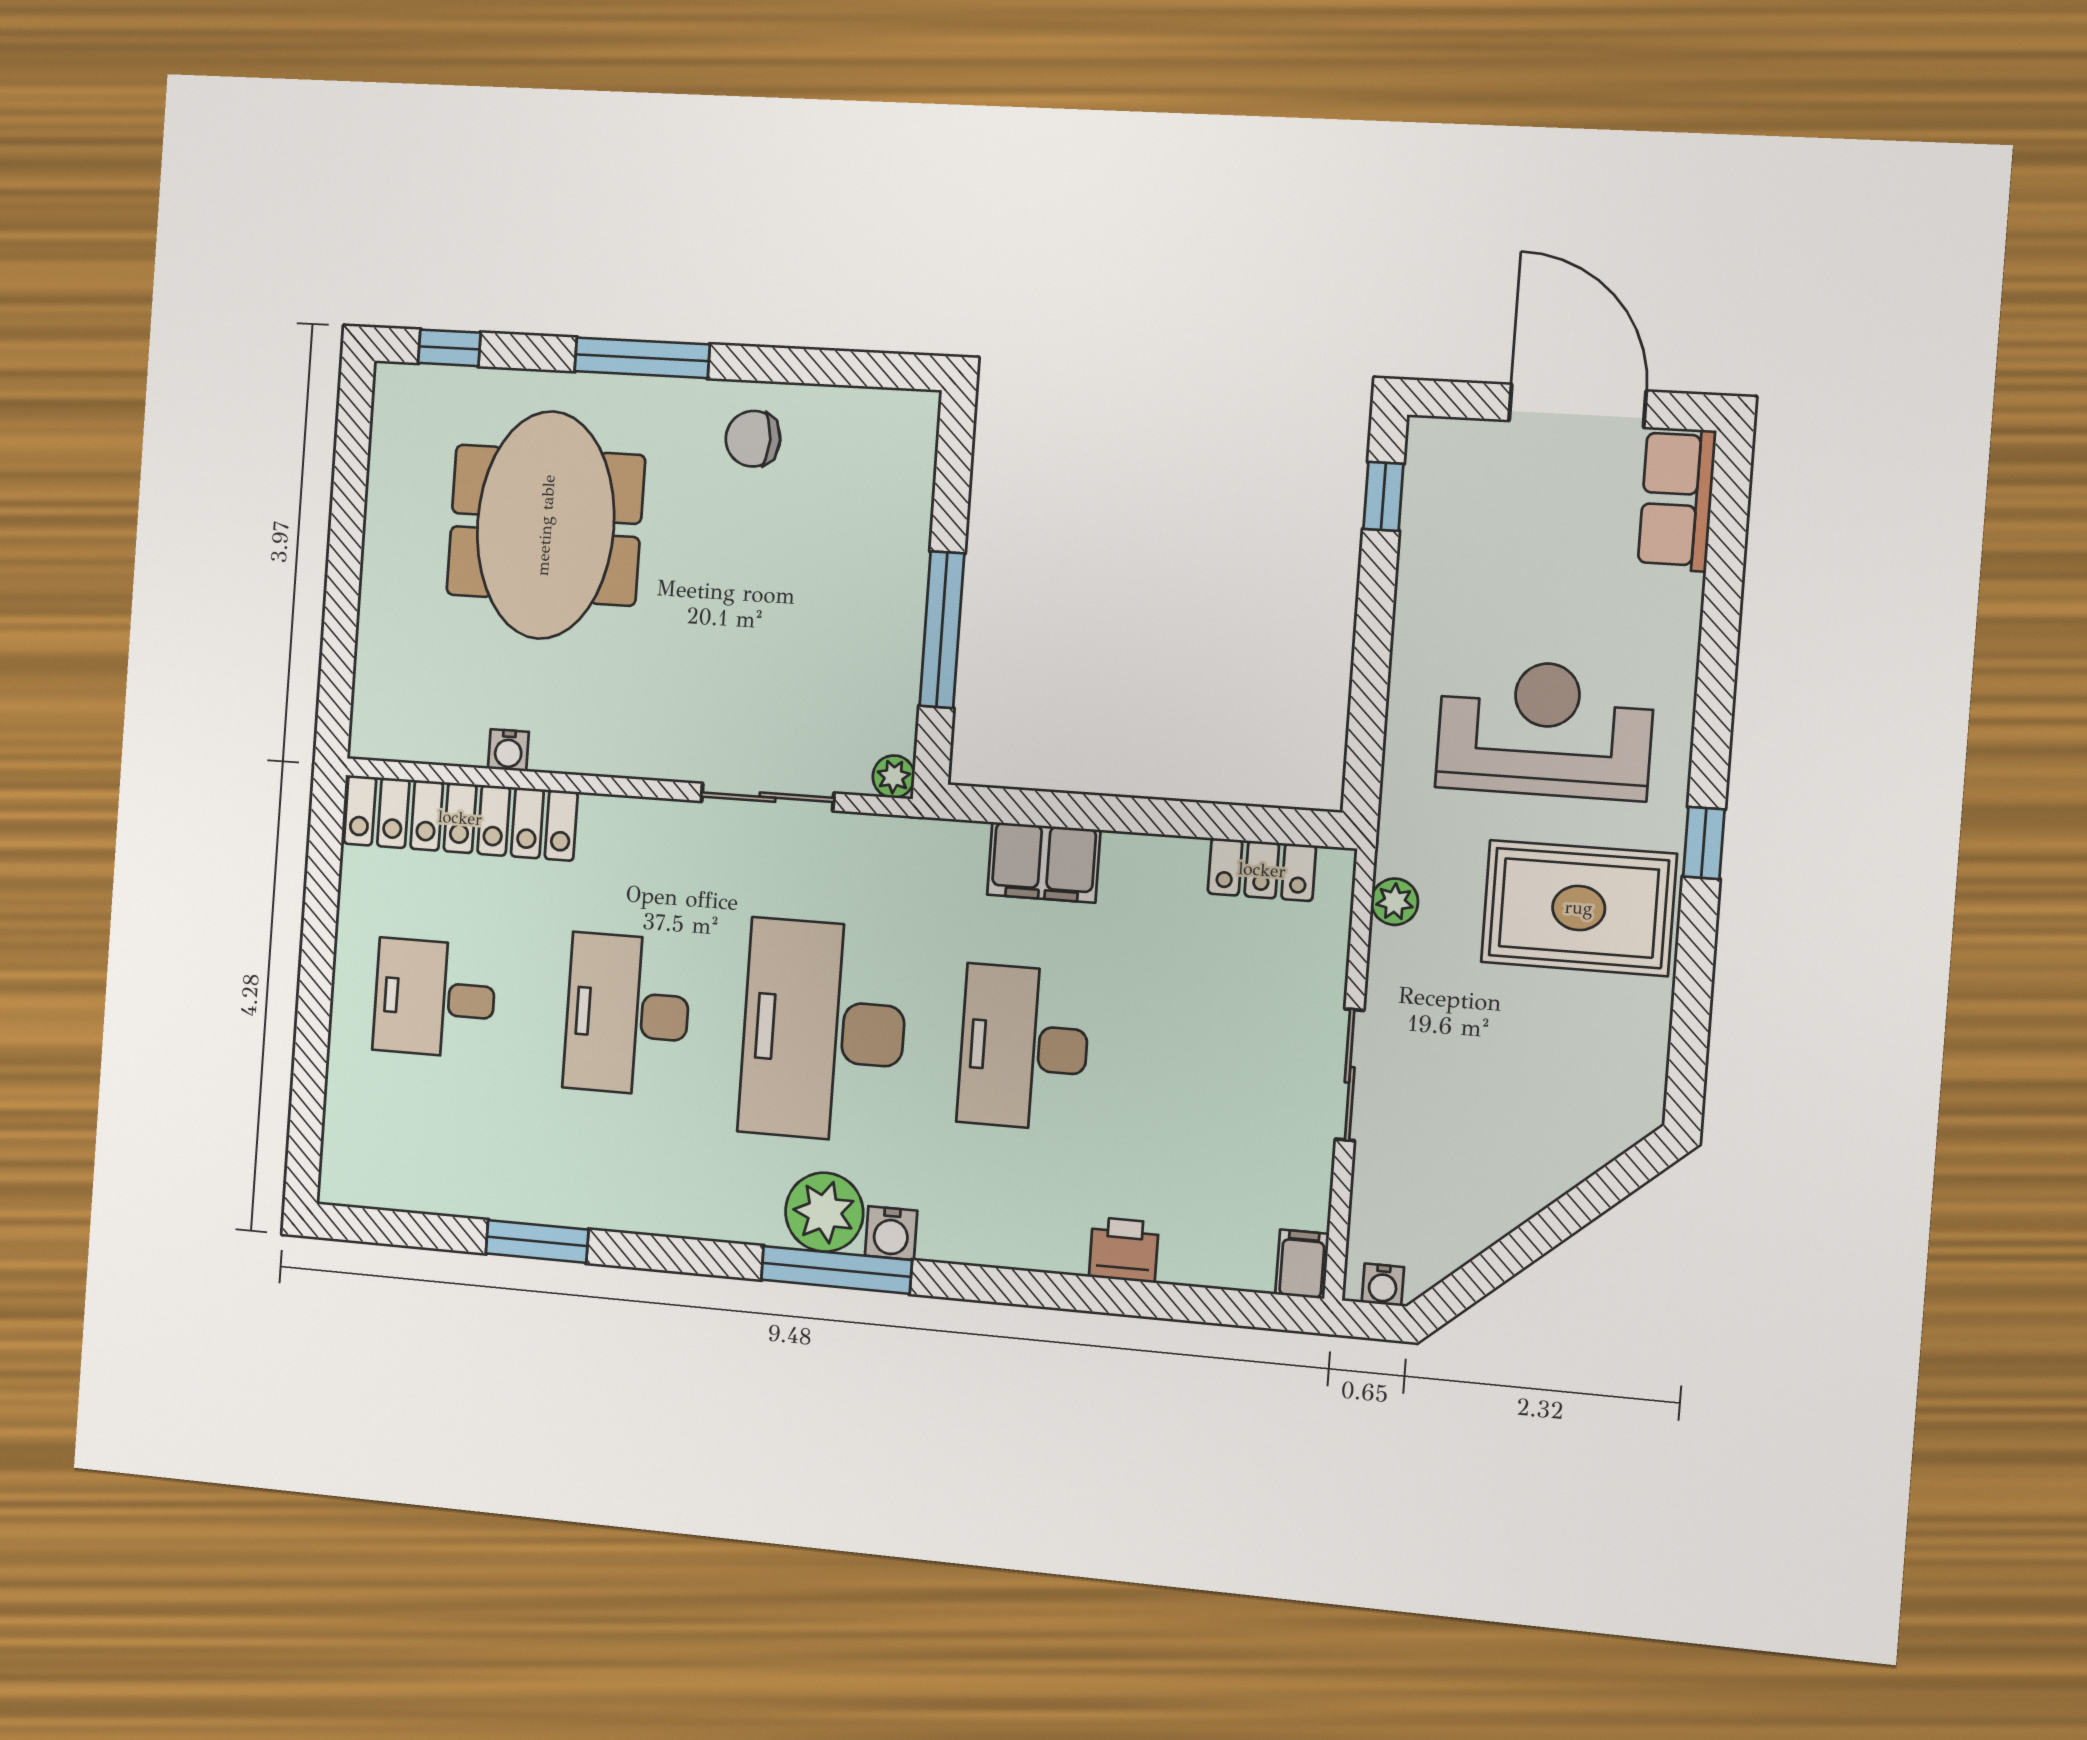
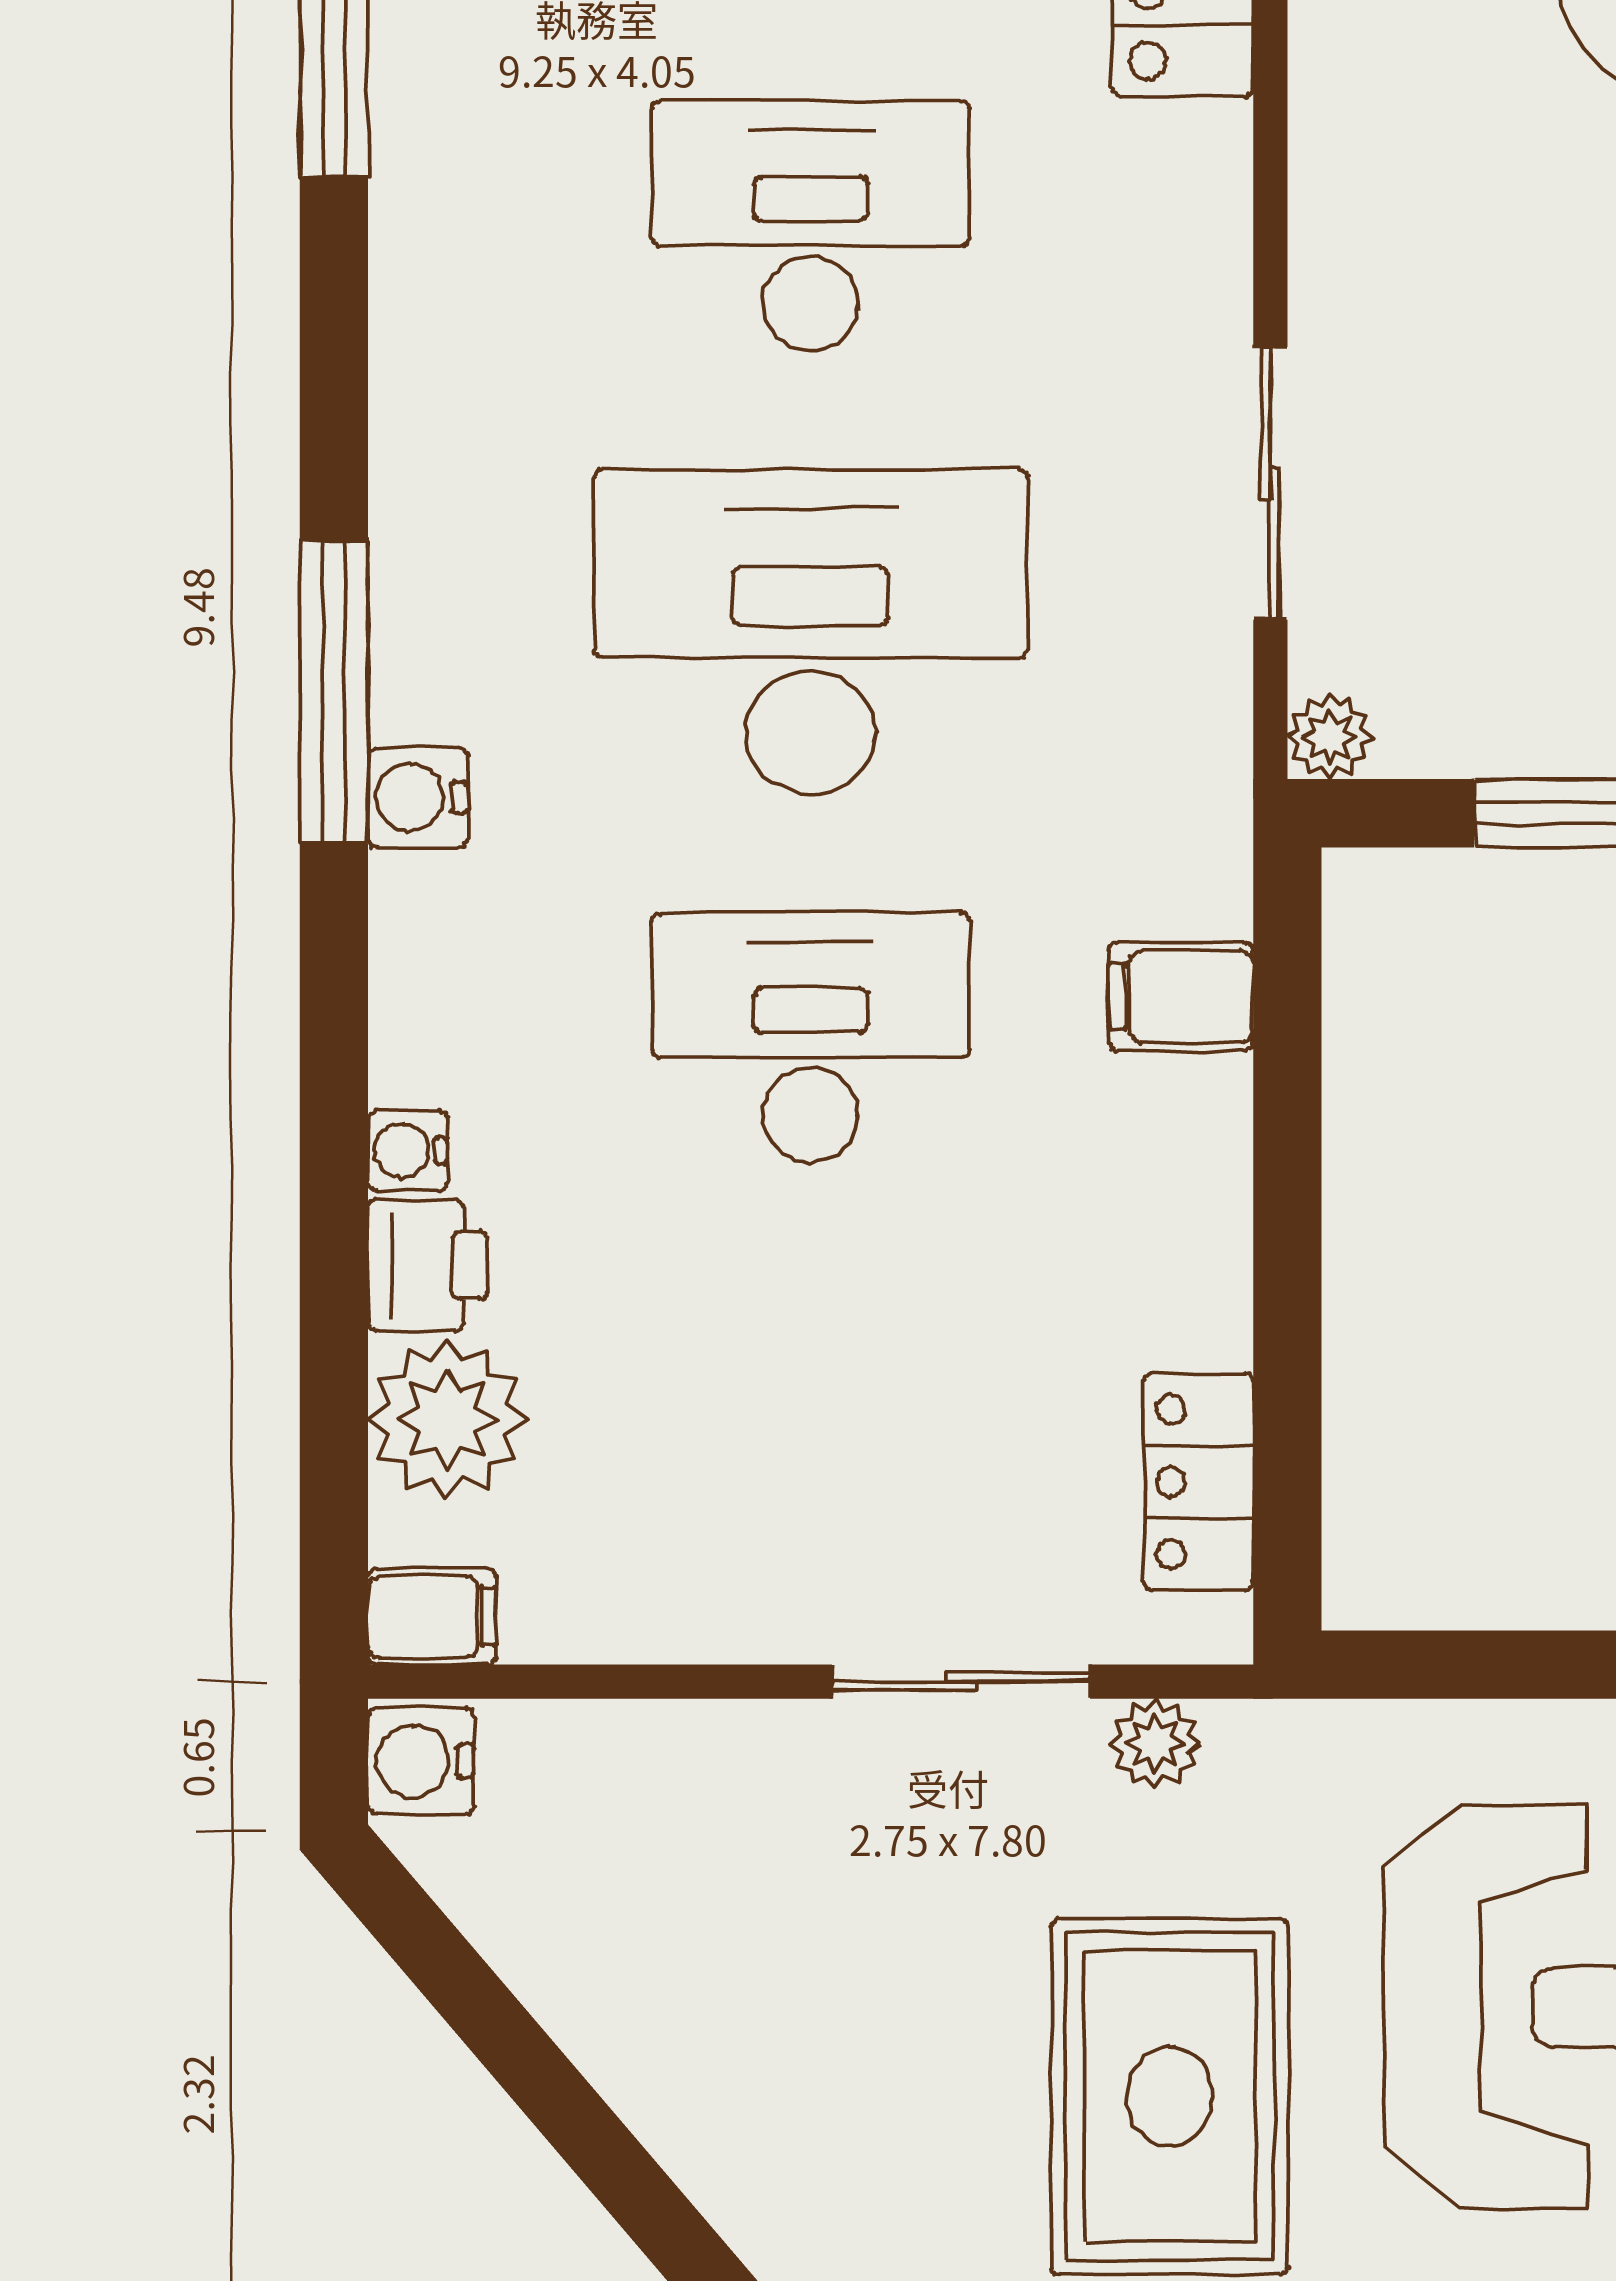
filing cabinet: (1044, 862) -> (1181, 996), width x0.50
sliding door: (1350, 1075) -> (961, 1682), moved
plant: (824, 1212) -> (447, 1419), moved
water cooler: (1066, 1254) -> (408, 1151), added
water cooler: (1383, 1285) -> (421, 1761), width x1.38, depth x1.38

